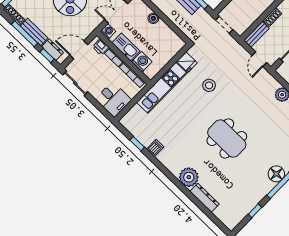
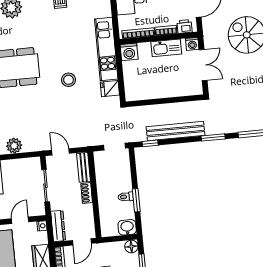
boiler: (153, 18) -> (171, 92), removed
washing machine: (142, 62) -> (129, 52), moved
stool: (209, 85) -> (69, 80), moved

